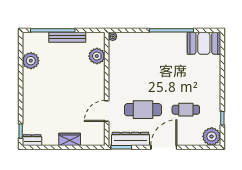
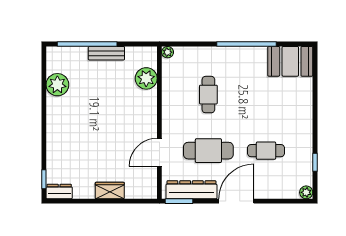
bench: (67, 37) -> (106, 53), width x0.73
cafe table: (143, 68) -> (208, 95), added
plant: (212, 136) -> (306, 192), width x0.53, depth x0.53

